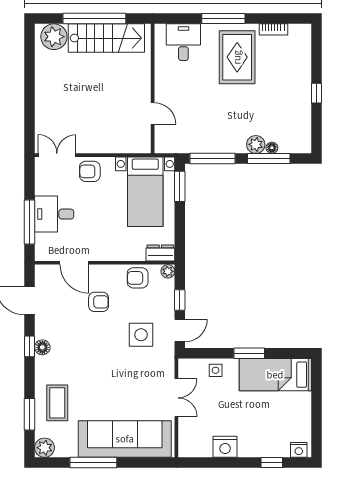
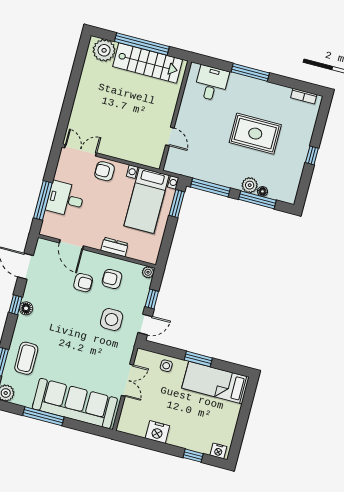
bookcase: (273, 29) -> (304, 96), moved
rug: (237, 57) -> (255, 134), moved, turned 90
dresser: (160, 253) -> (115, 247), moved
armchair: (138, 278) -> (112, 279), moved

